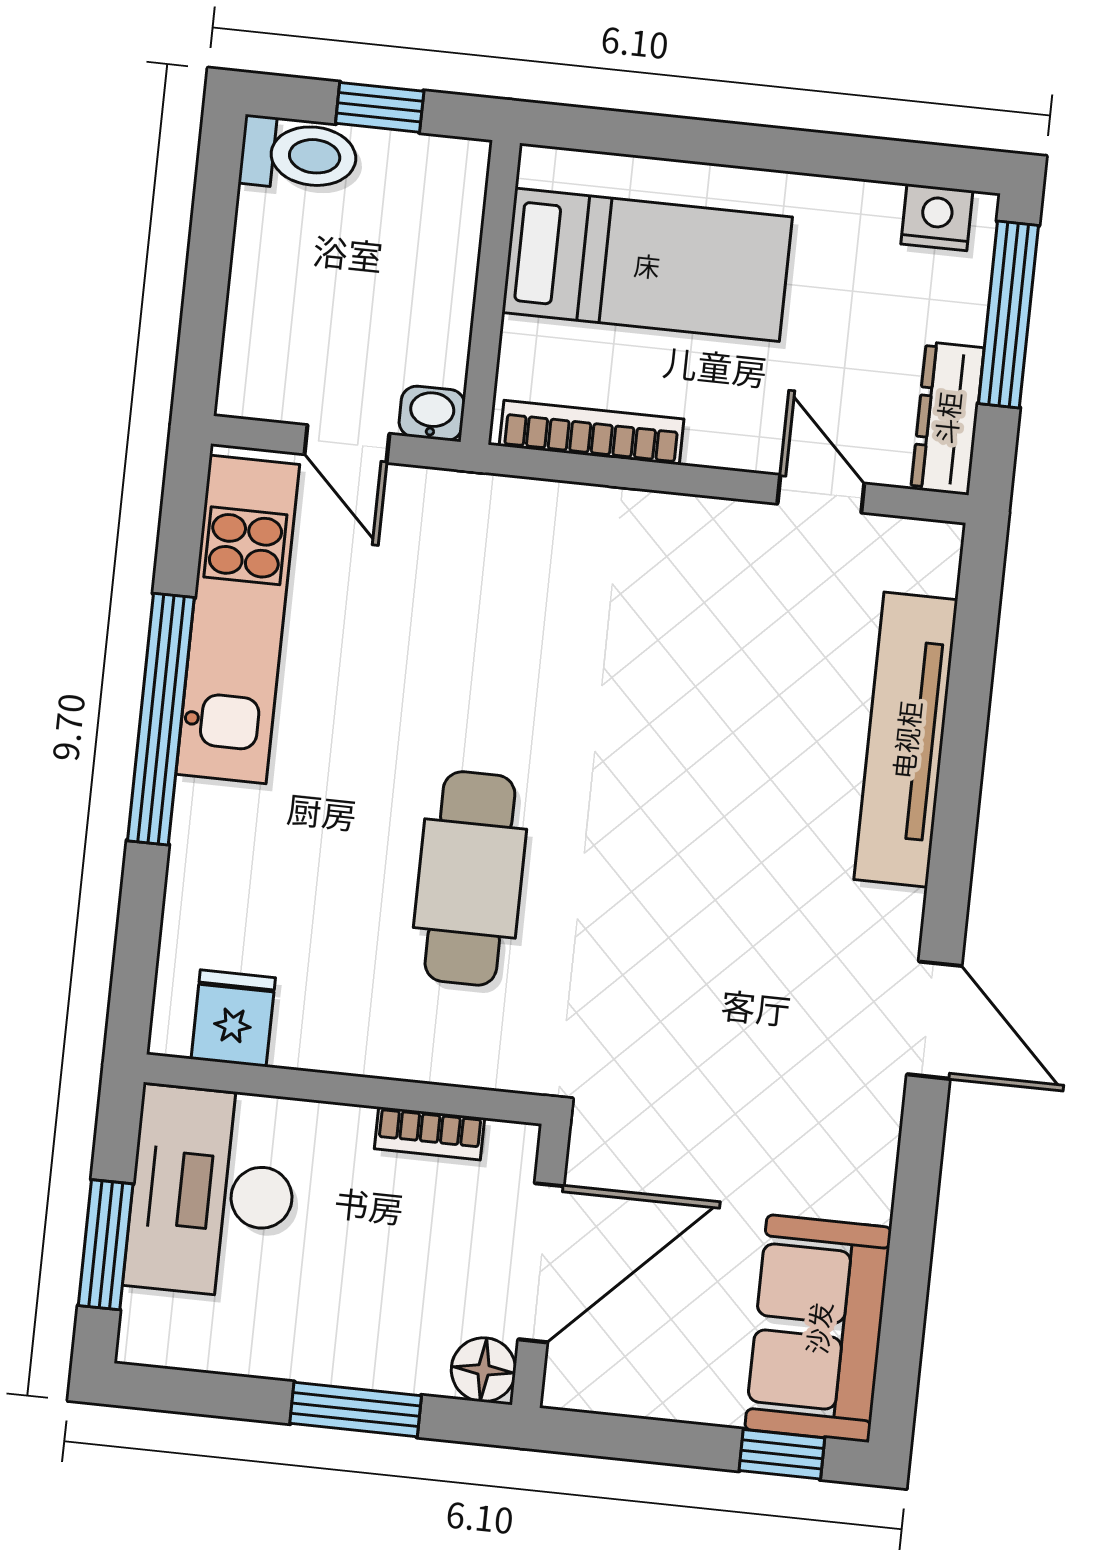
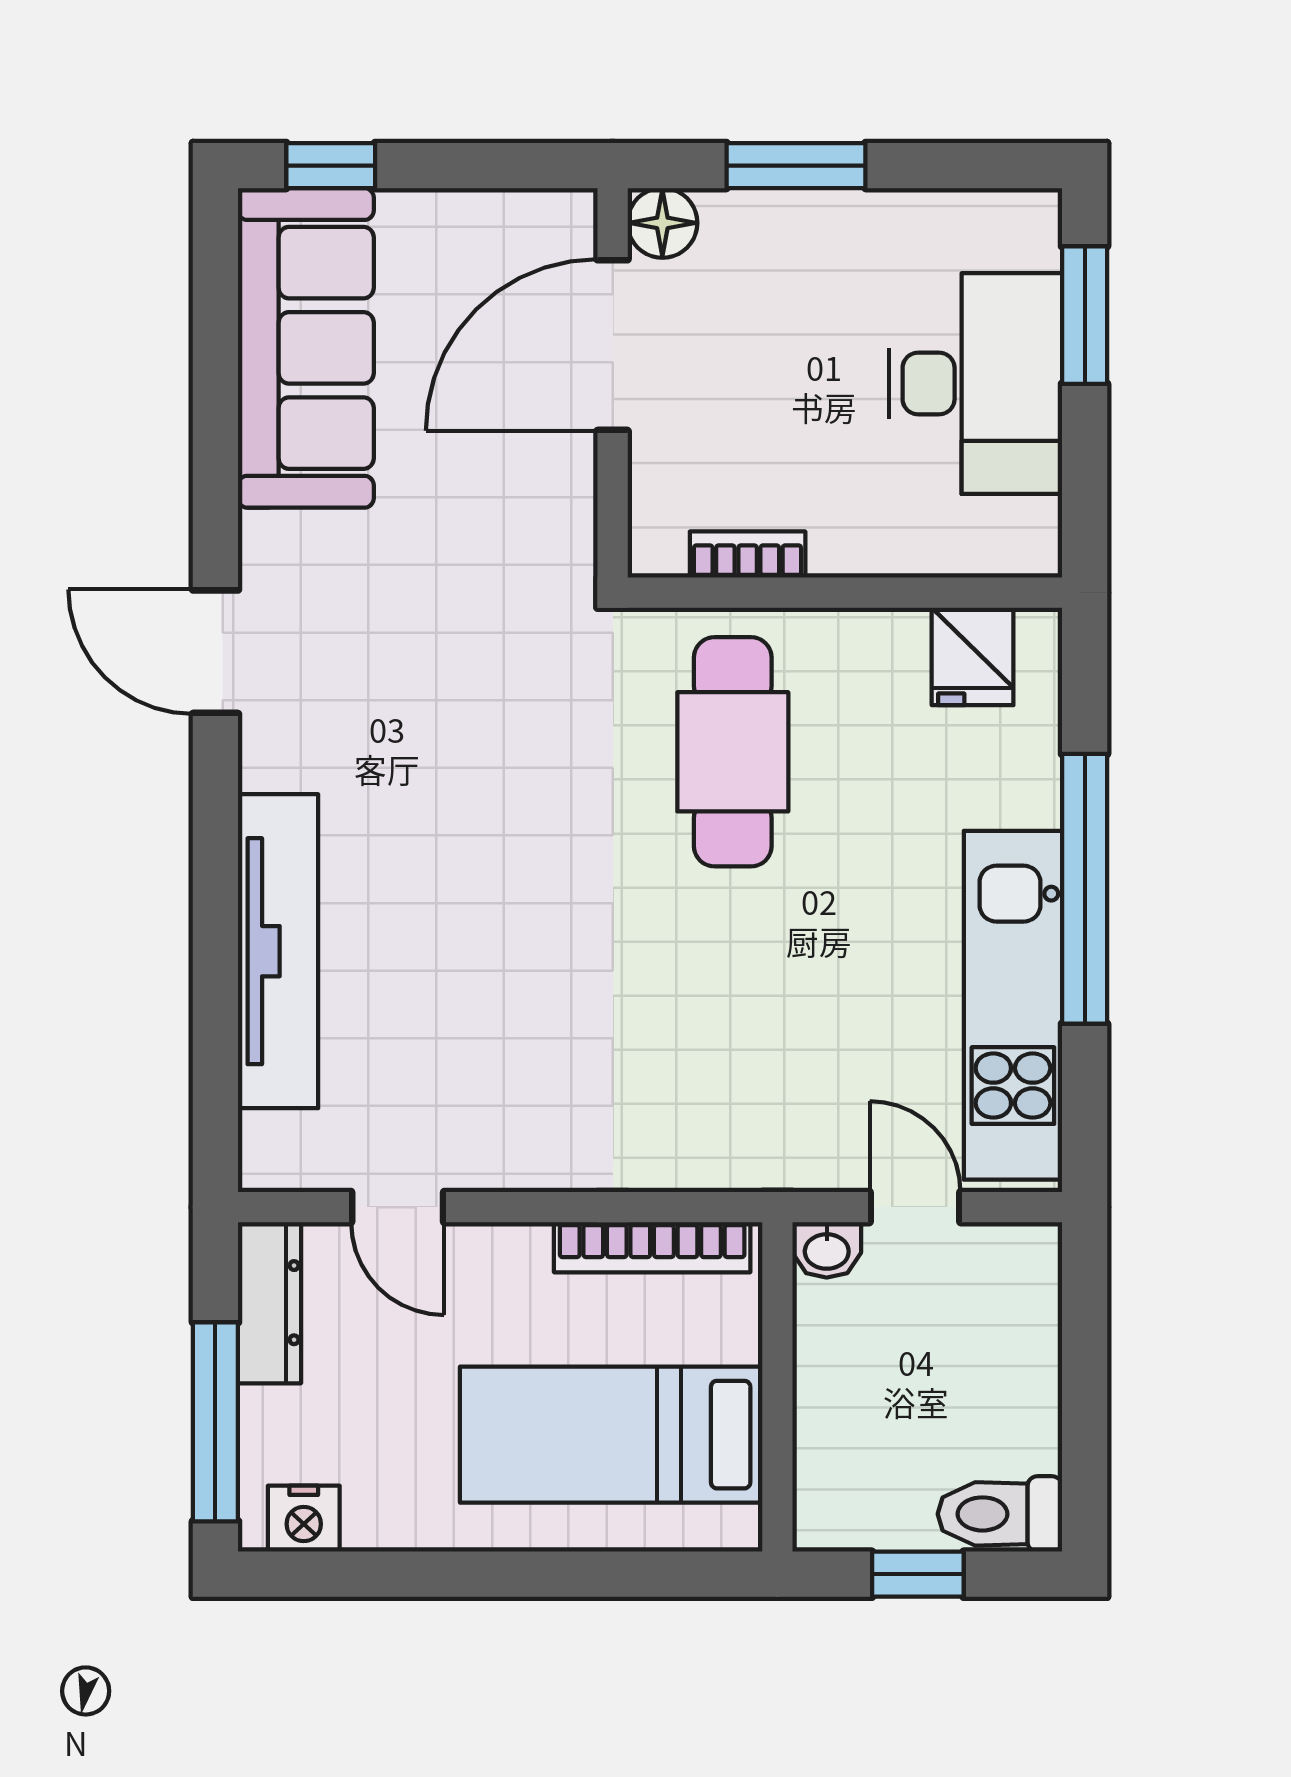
fridge: (233, 1018) -> (973, 656), moved
wall: (344, 1089) -> (845, 593), moved
bookcase: (429, 1133) -> (748, 555), moved
sofa: (818, 1328) -> (306, 348), width x1.36

